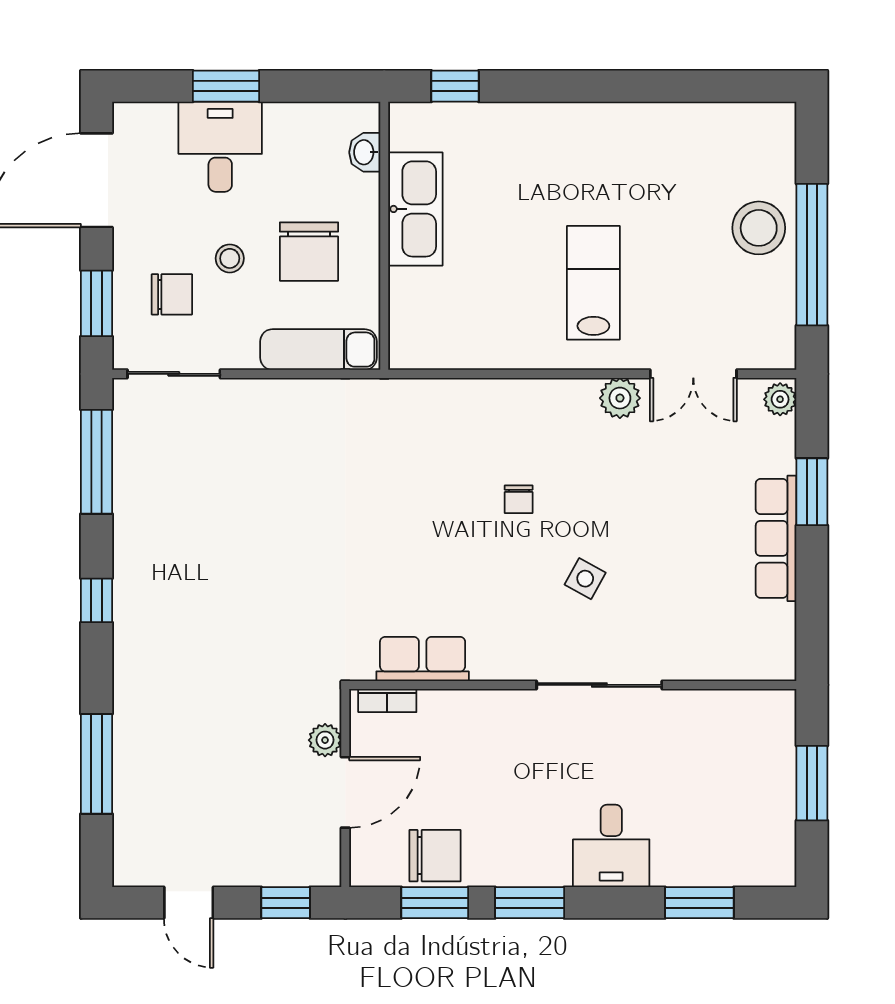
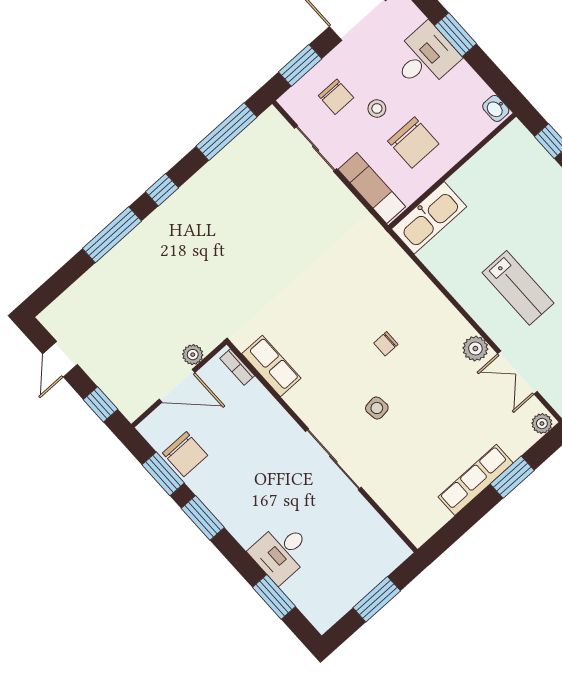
washbasin: (365, 152) -> (496, 108), moved, turned -90
kitchen sink: (415, 209) -> (429, 218), moved
chair: (309, 252) -> (413, 142), turned -90
lab bench: (593, 283) -> (518, 288), turned 90
sliding door: (174, 374) -> (316, 148), moved
side table: (585, 579) -> (377, 408), turned -36
window: (96, 764) -> (112, 235), moved
desk: (611, 846) -> (281, 552), moved

